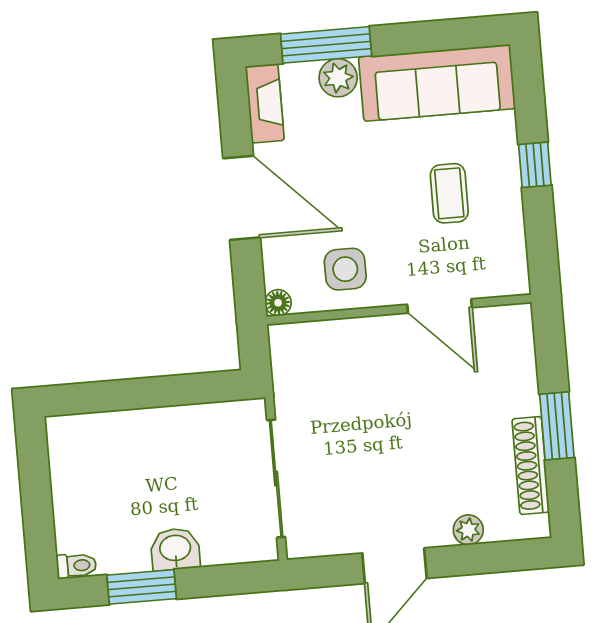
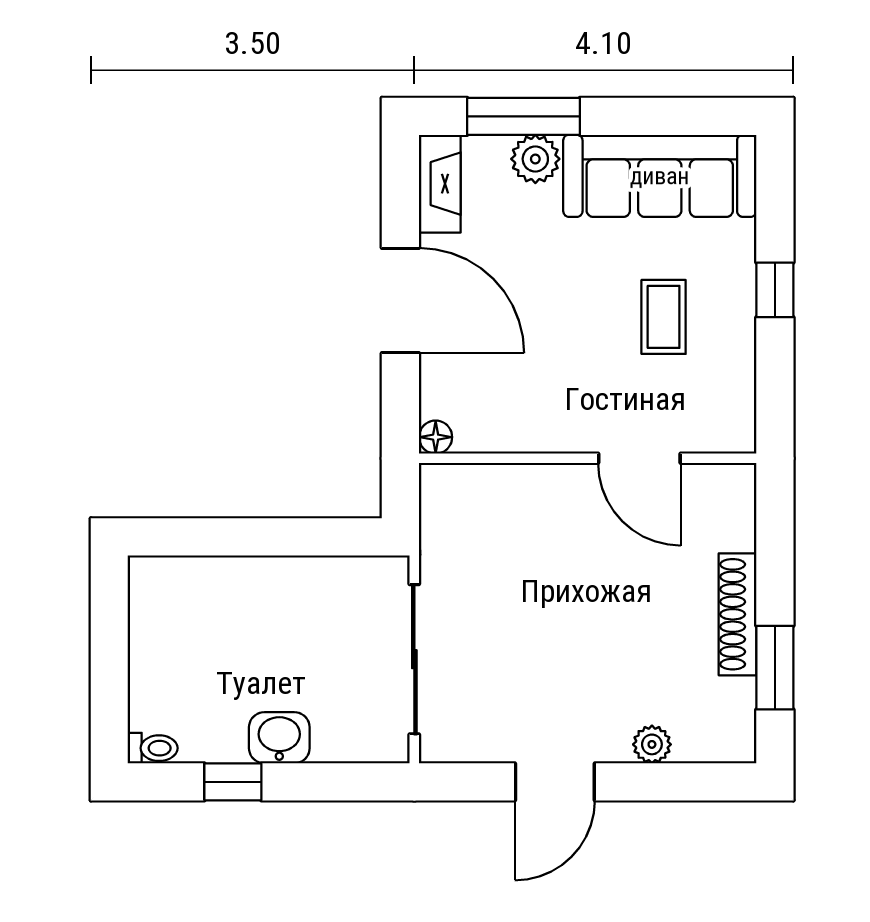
side table: (345, 269) -> (524, 402), removed
window: (557, 426) -> (775, 668), moved
shoe rack: (531, 465) -> (738, 614), moved
window: (142, 587) -> (233, 782), width x0.67

